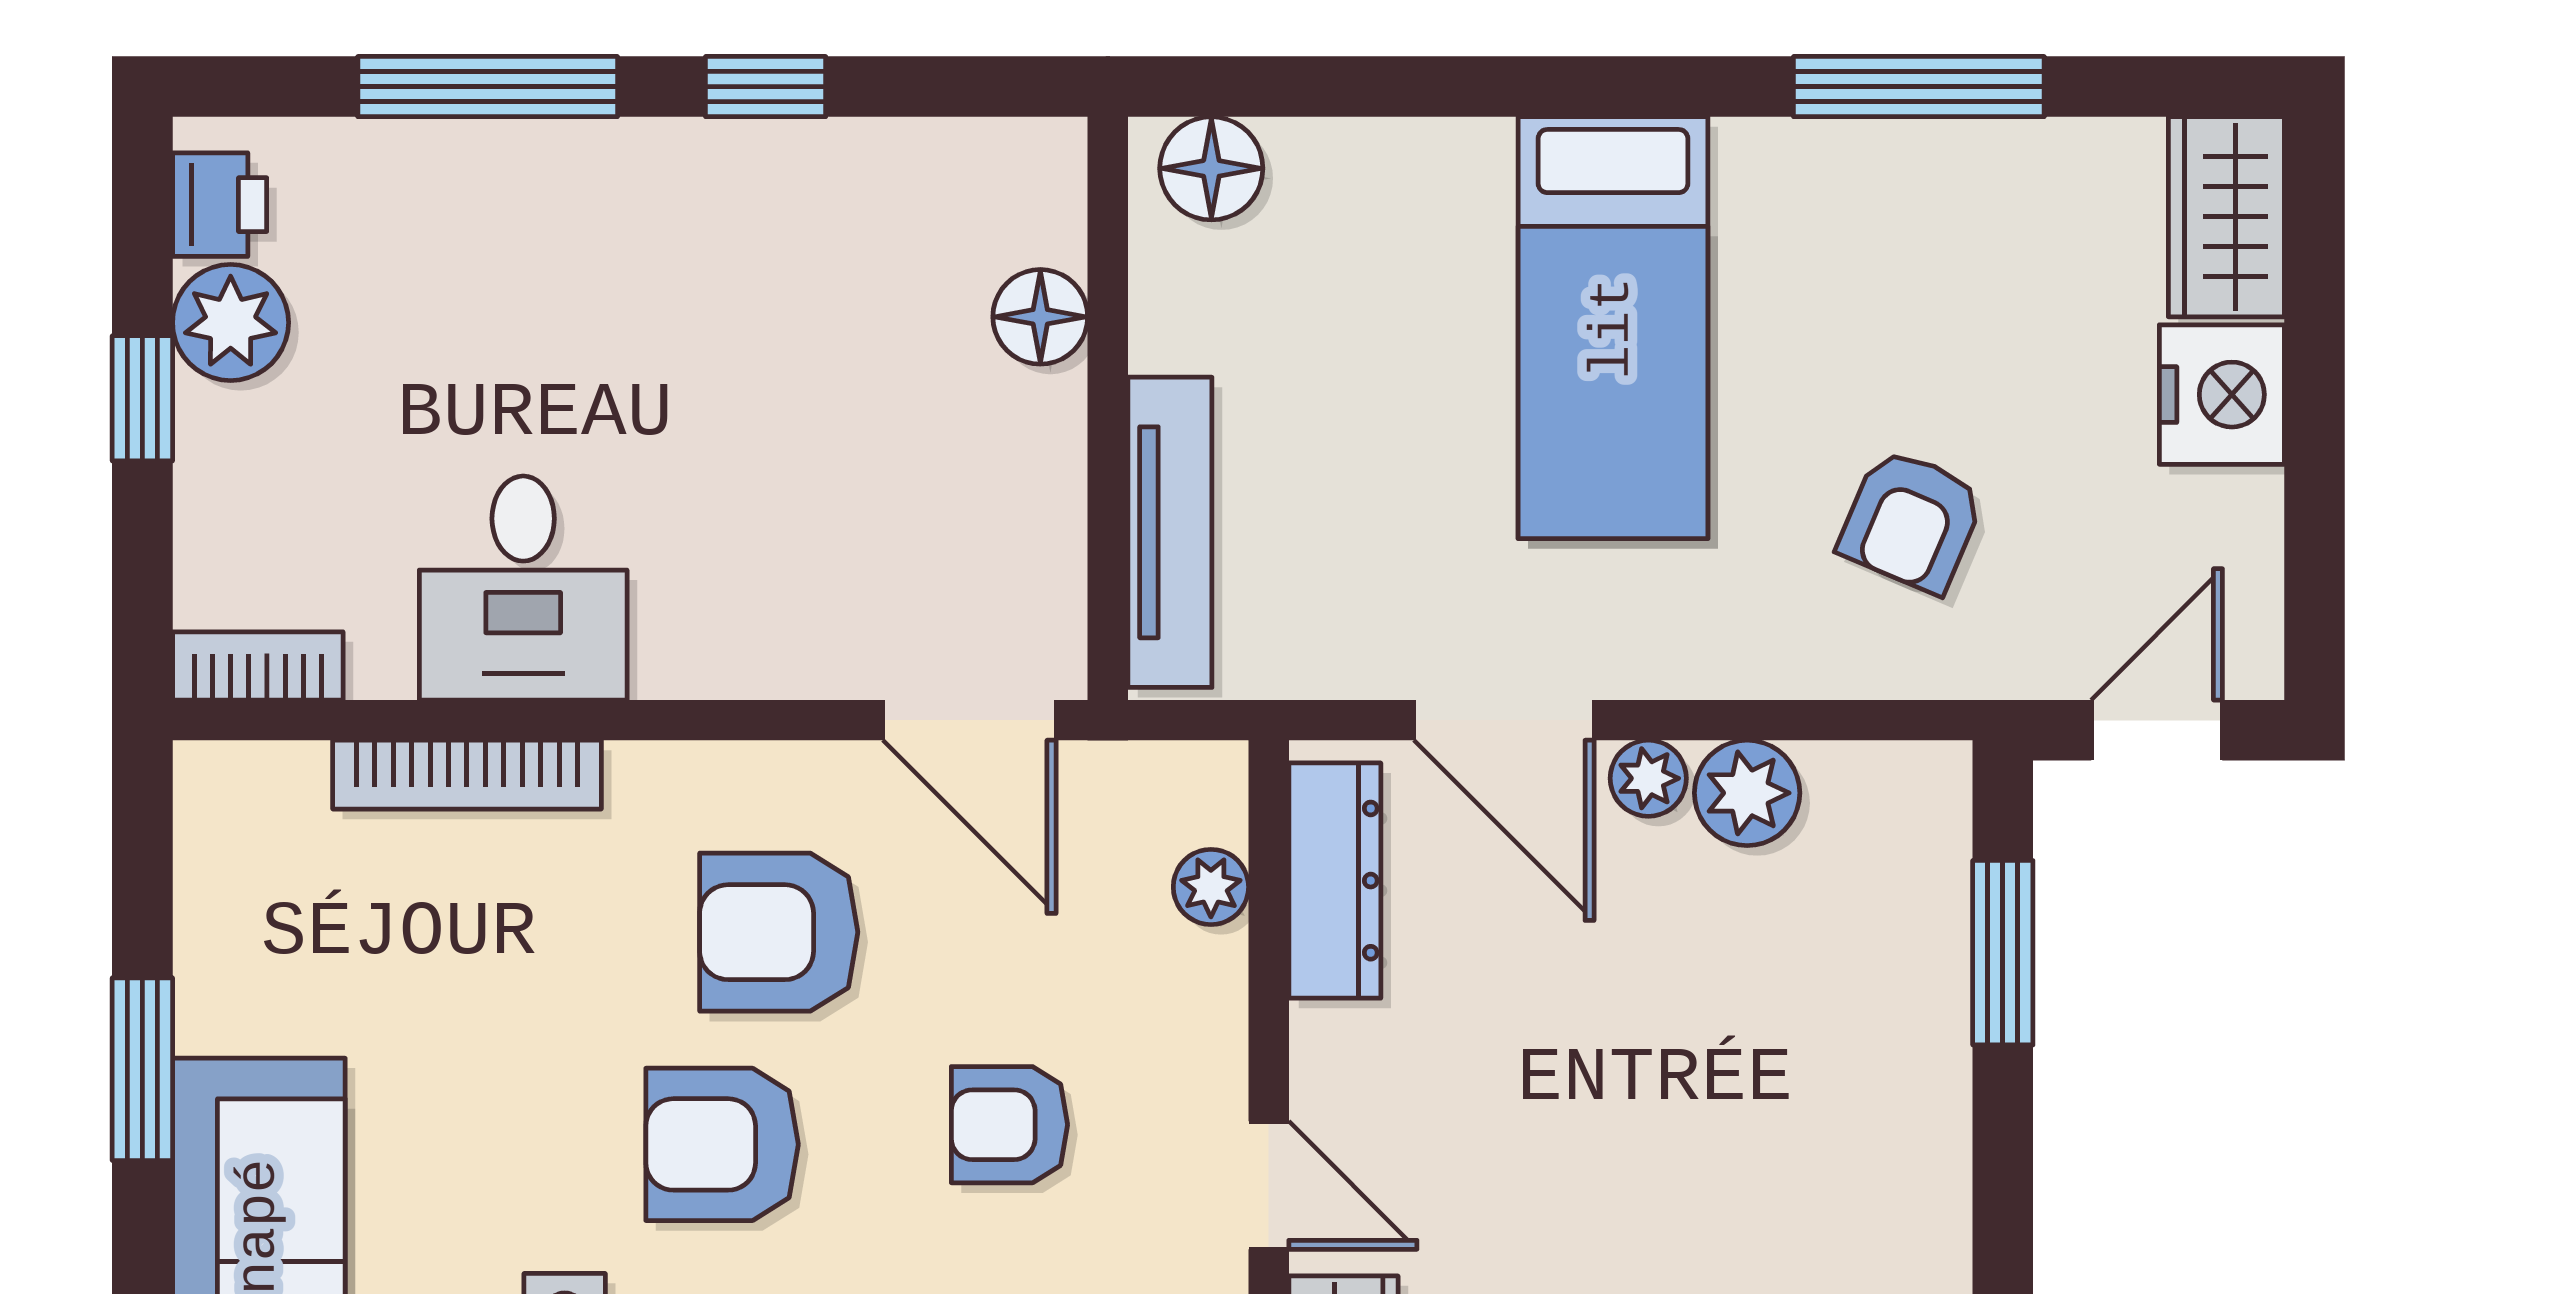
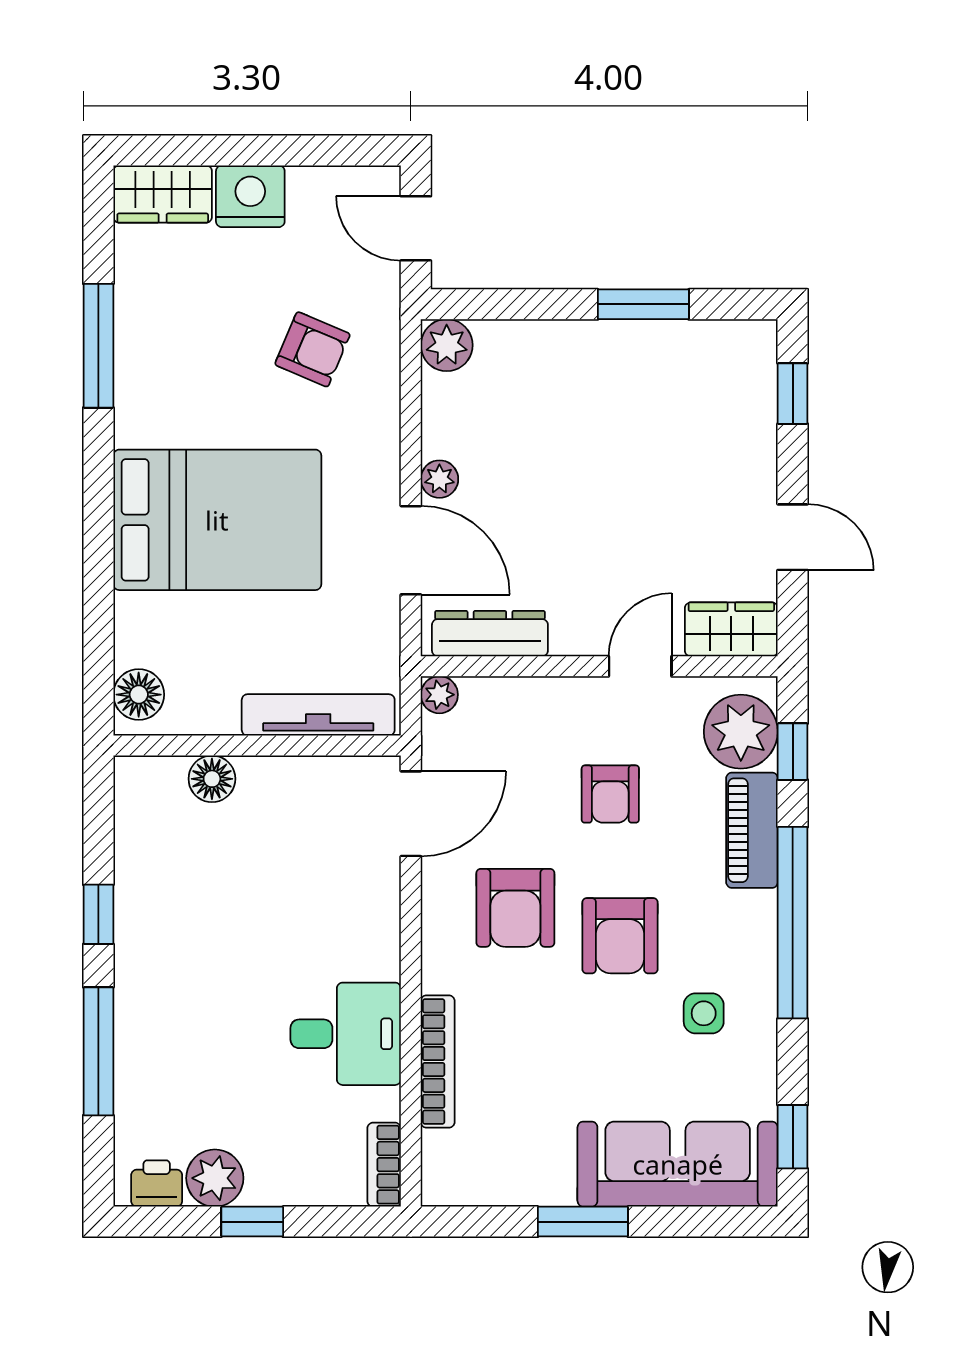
bed: (1613, 328) -> (217, 520), width x1.50
door: (1504, 720) -> (411, 550), hinge flipped
plant: (1747, 793) -> (447, 345), moved
plant: (1211, 887) -> (439, 695), moved
window: (2003, 953) -> (643, 304), moved

